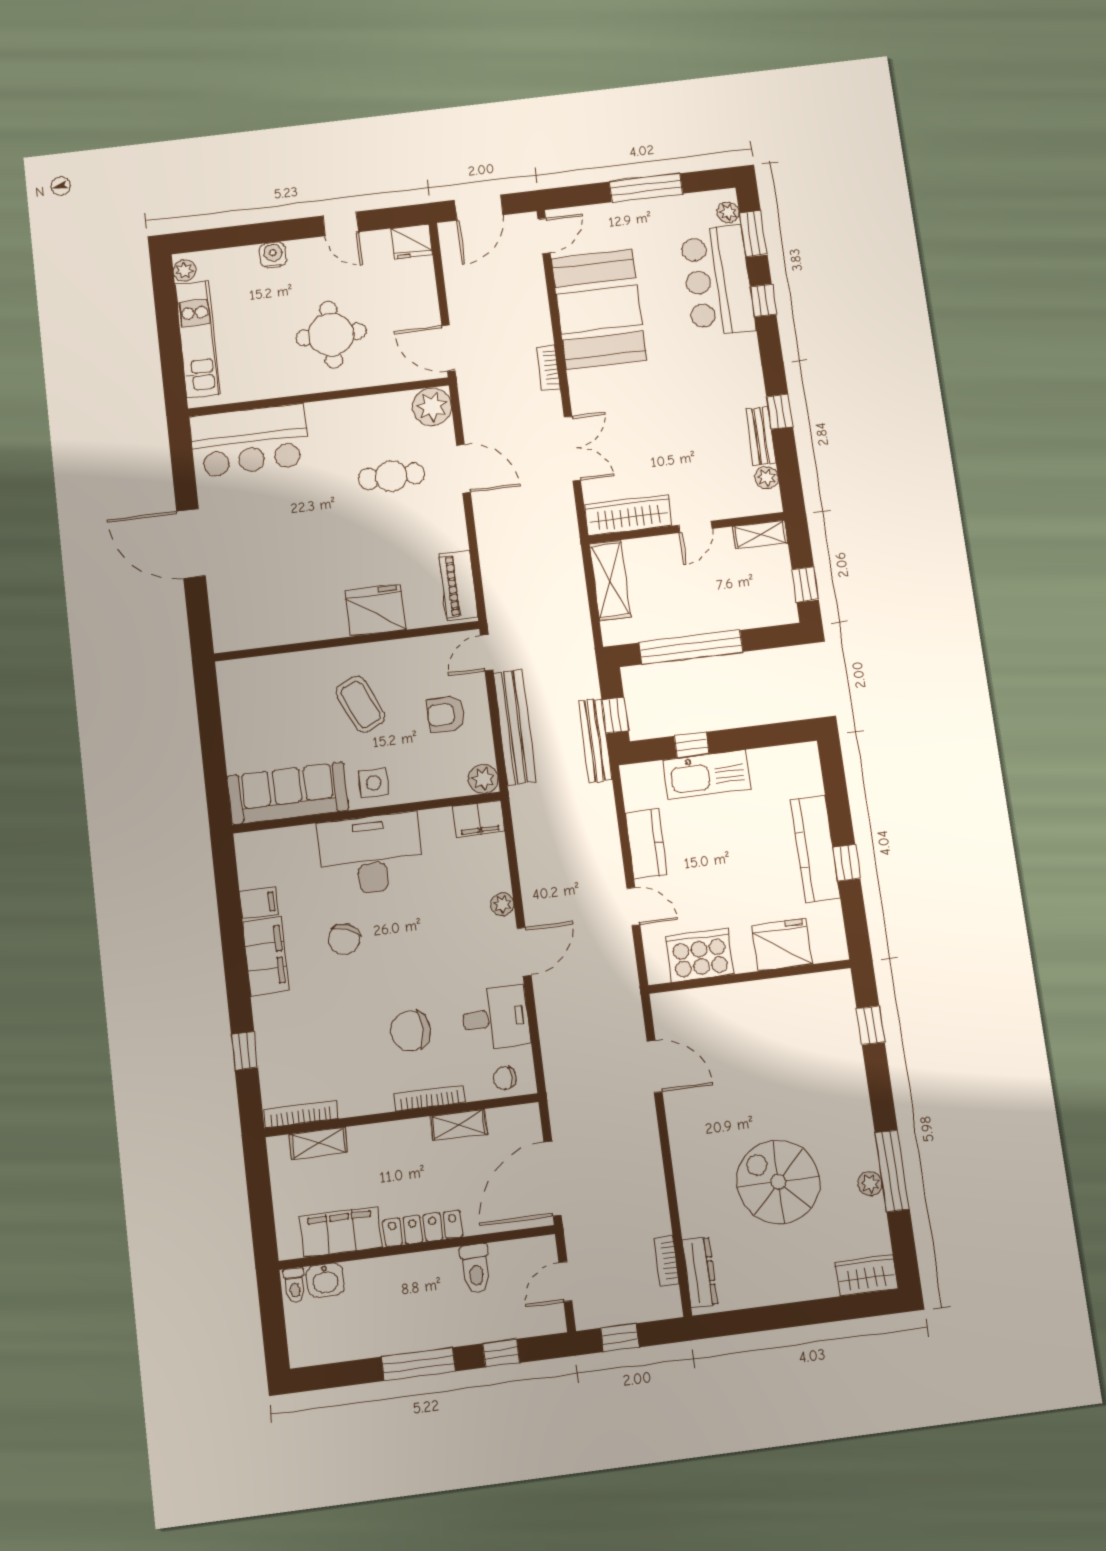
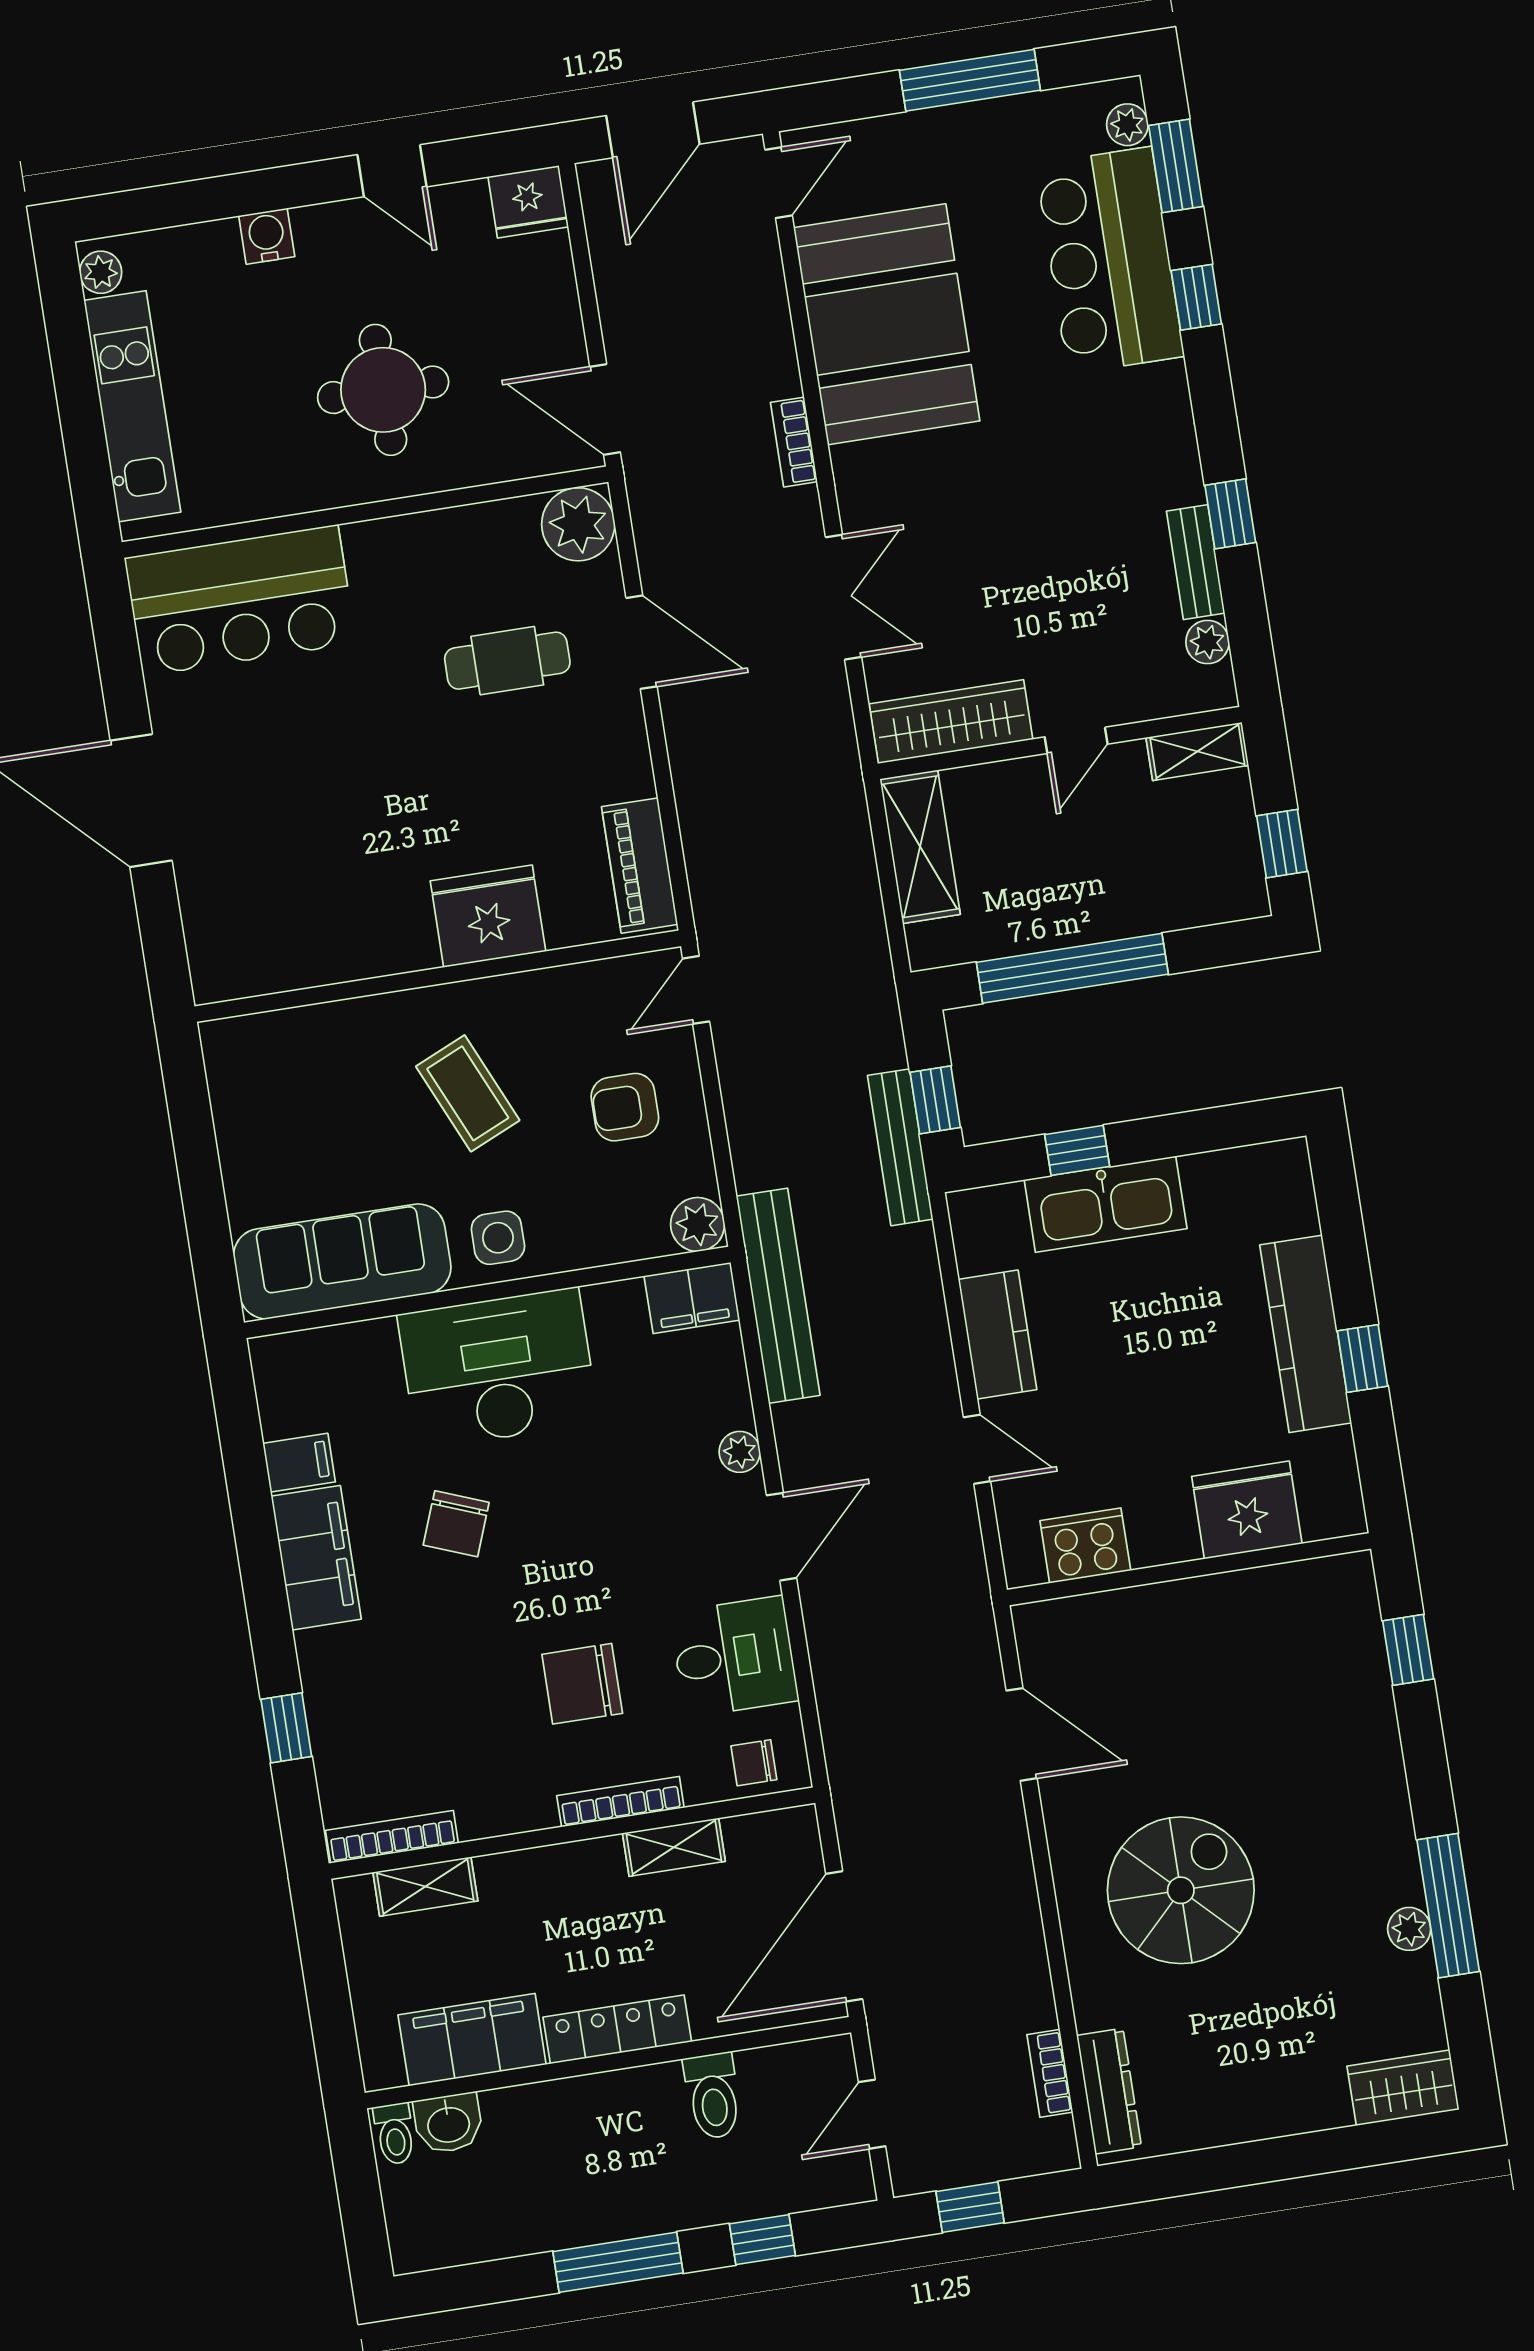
bench: (515, 727) -> (778, 1296), moved
cooker: (700, 955) -> (1085, 1546), width x0.73, depth x0.76
spiral stairs: (778, 1182) -> (1181, 1890), moved, turned 90

